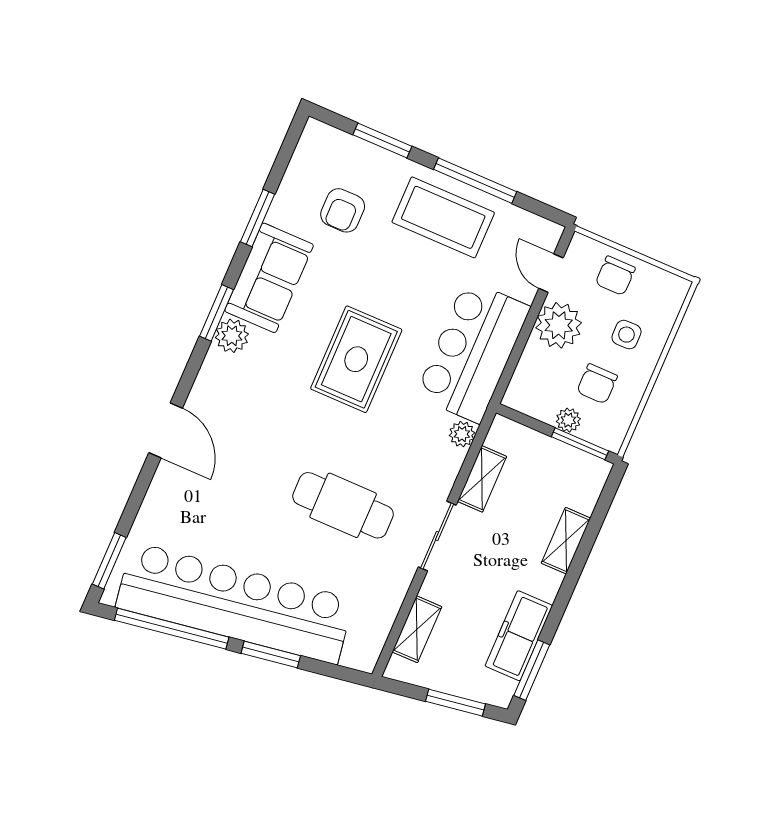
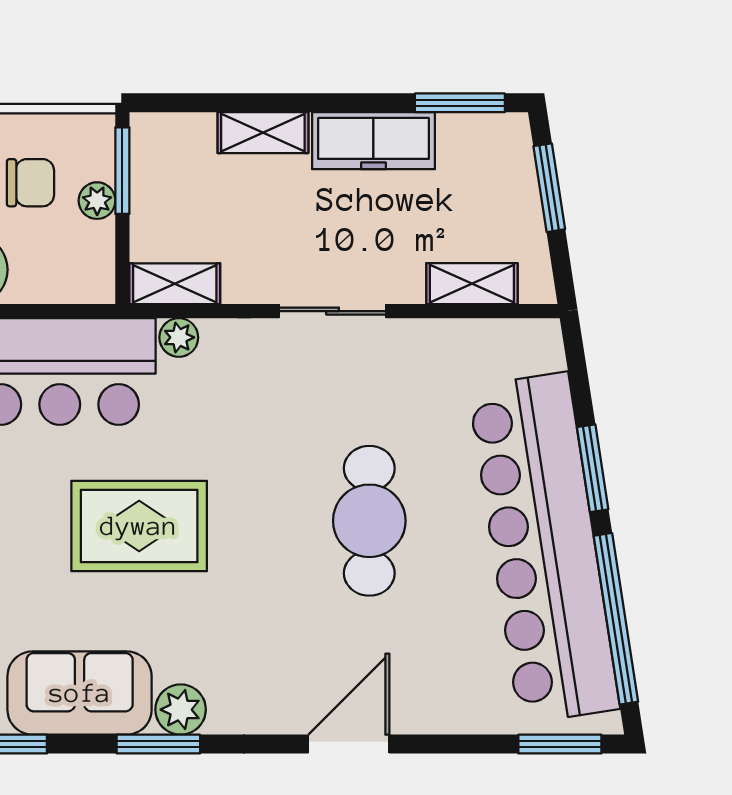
shelving: (482, 479) -> (175, 284), moved
cafe table: (343, 505) -> (369, 521), moved
freezer: (519, 636) -> (373, 141), moved

